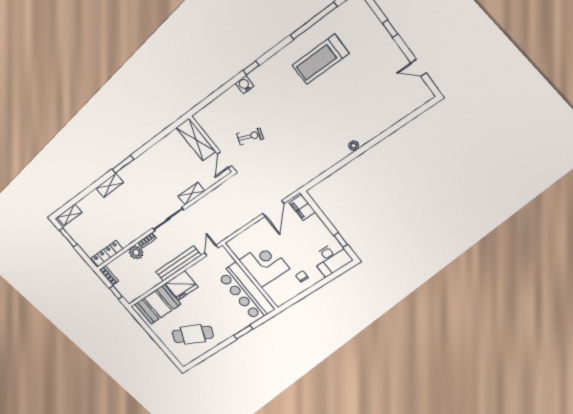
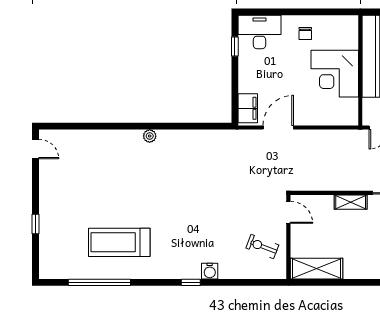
treadmill: (321, 59) -> (119, 242), turned 180
door: (419, 68) -> (35, 149), moved
exercise bike: (250, 136) -> (262, 246), moved
shelving: (196, 140) -> (316, 269), moved, turned 90
door: (224, 160) -> (288, 212), hinge flipped

